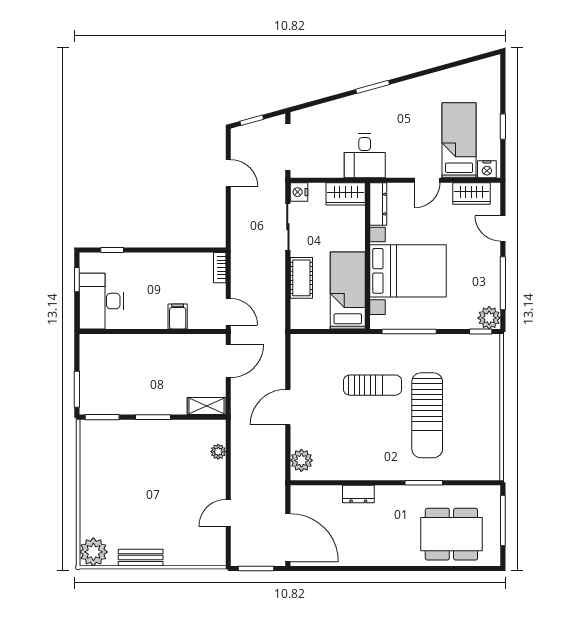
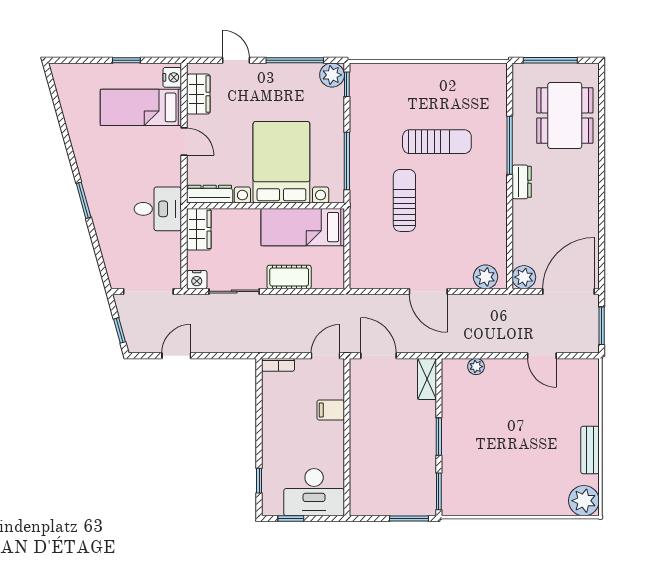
door: (503, 228) -> (236, 60), swing flipped
sun lounger: (427, 415) -> (437, 142), width x0.73, depth x0.75
window: (424, 483) -> (510, 145), width x1.44
dresser: (358, 494) -> (522, 182), moved
plant: (301, 496) -> (524, 277), added

